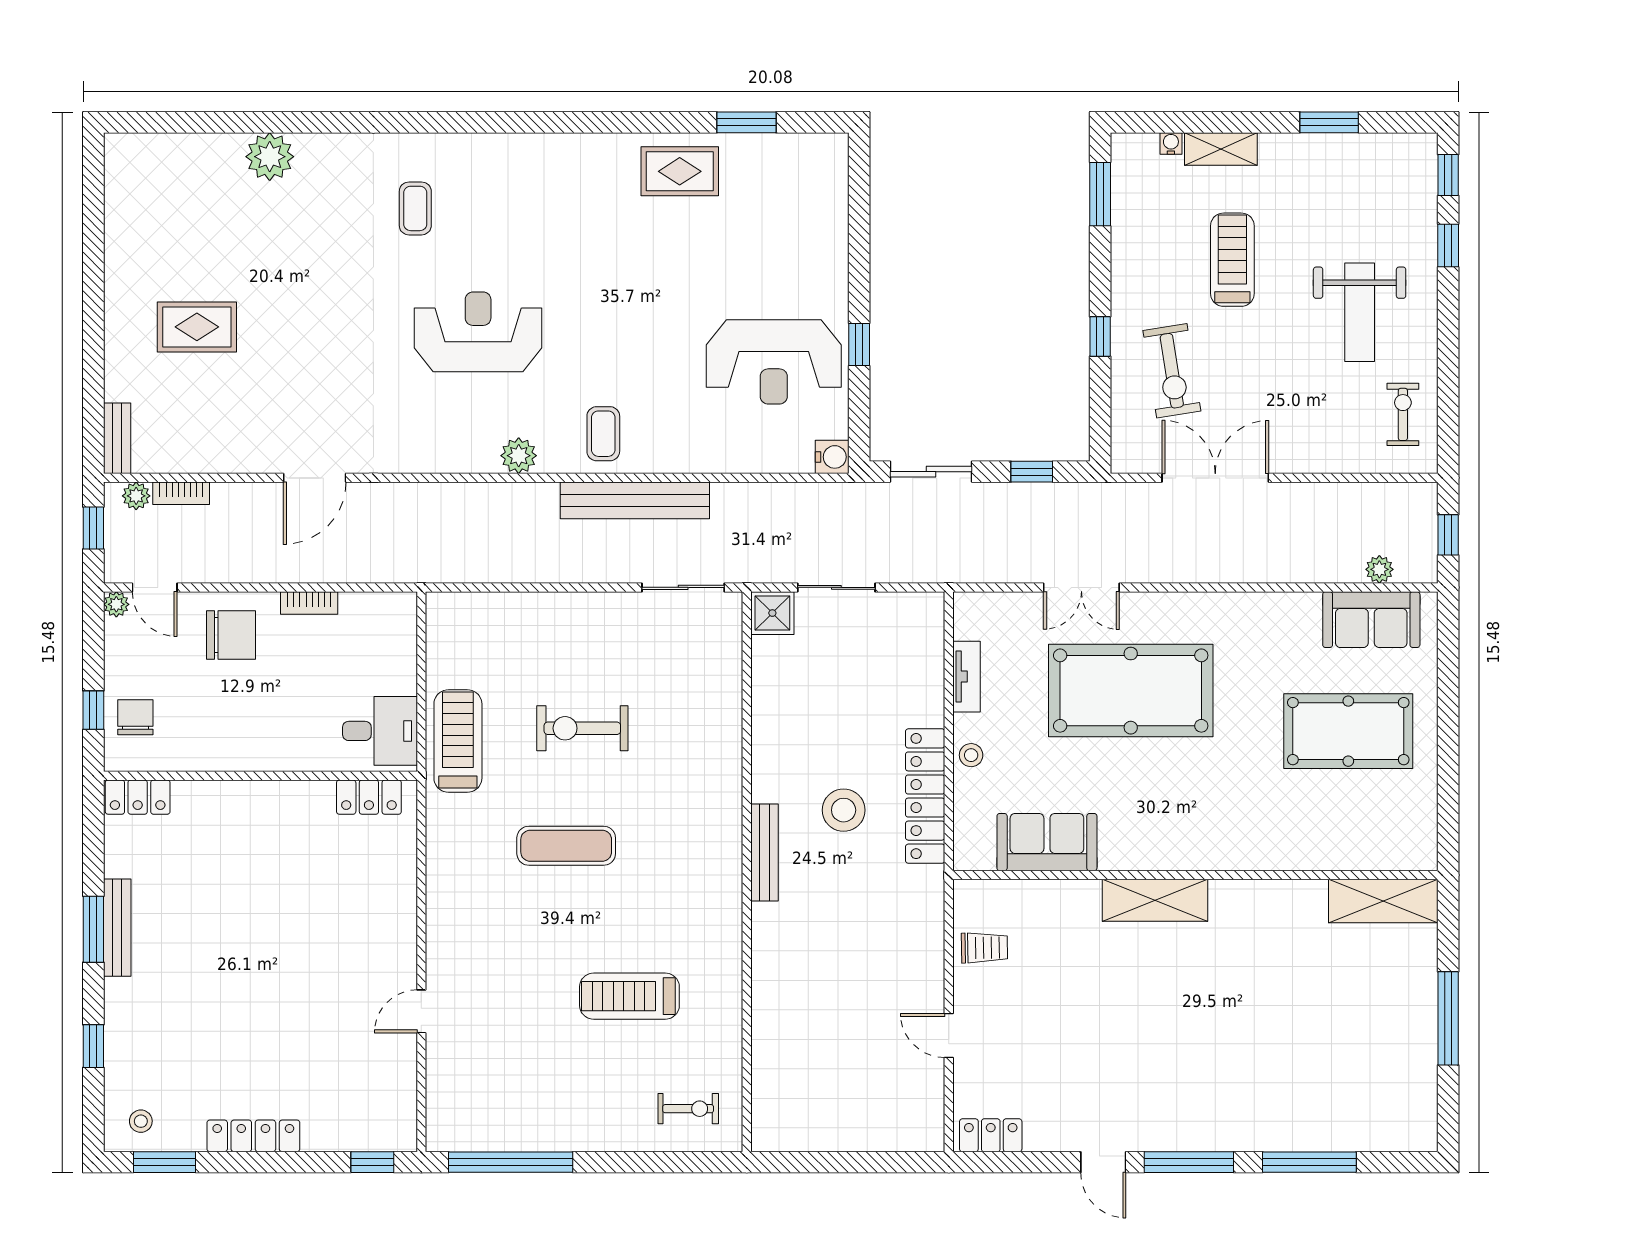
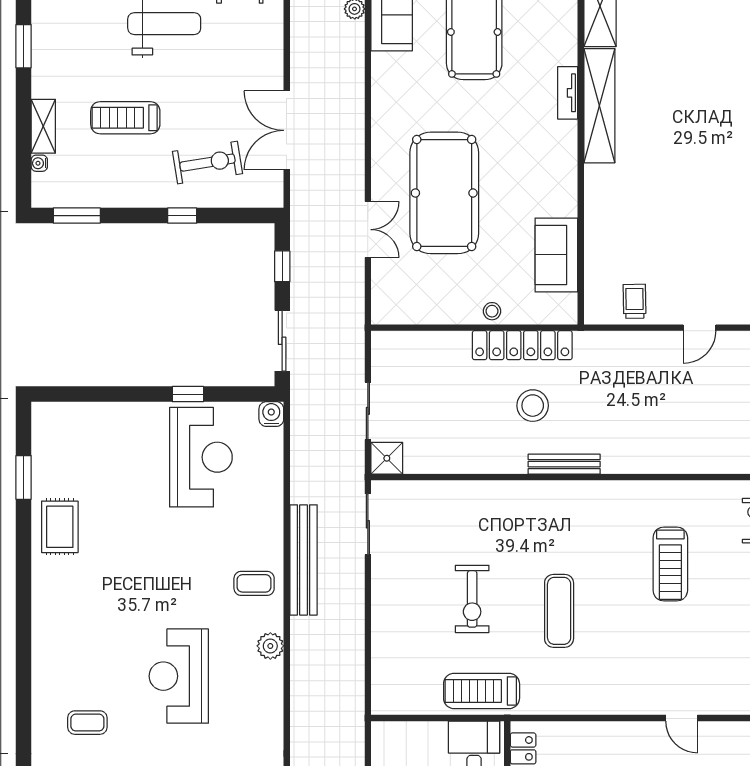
tv unit: (966, 677) -> (568, 93), moved, turned -90
shelving: (1155, 900) -> (599, 106), moved, width x1.47

